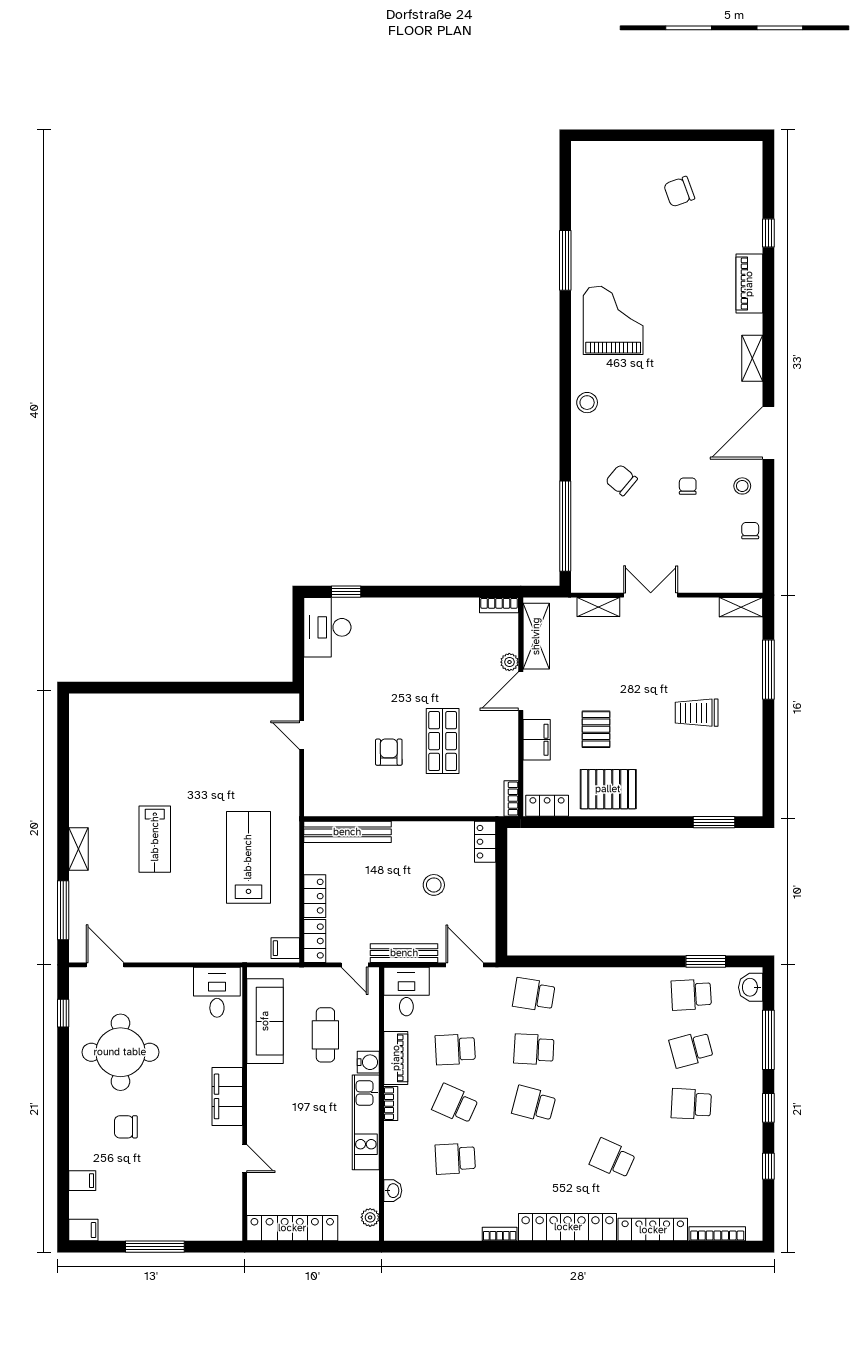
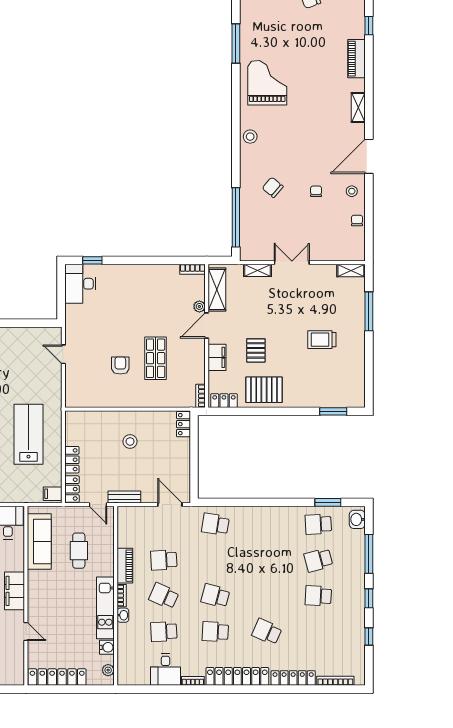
bench: (347, 832) -> (93, 418), removed
stool: (434, 885) -> (130, 441), moved
bench: (404, 953) -> (124, 497), width x0.73
desk: (406, 992) -> (166, 670), moved, turned 180
school desk: (534, 1049) -> (215, 632), moved
water cooler: (368, 1062) -> (107, 647), moved
washbasin: (393, 1191) -> (123, 615), moved

